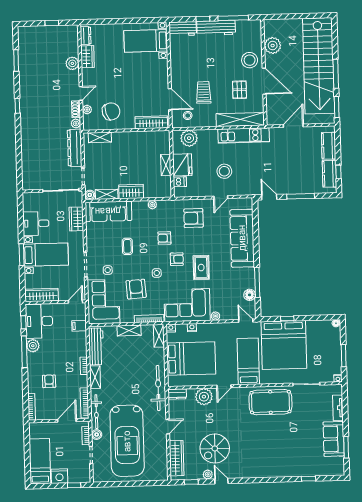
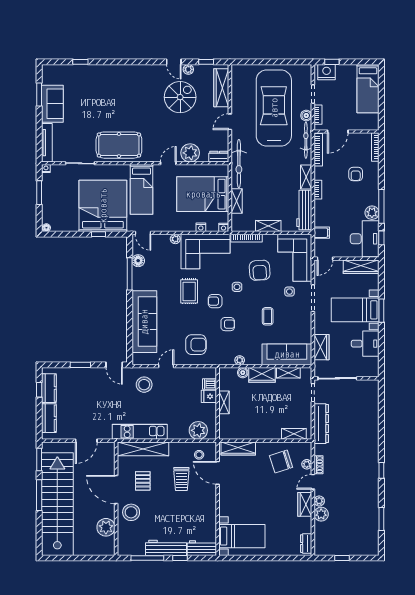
wardrobe: (87, 57) -> (305, 504), moved
plant: (76, 123) -> (319, 501), moved
fridge: (182, 165) -> (209, 396), width x0.53, depth x0.75
stool: (224, 171) -> (144, 385), moved
boiler: (90, 195) -> (243, 373), moved
window: (301, 196) -> (80, 365), width x0.69
shelving: (159, 336) -> (237, 201), moved
tv unit: (338, 408) -> (47, 143), width x1.41
nightstand: (59, 476) -> (327, 72), moved

